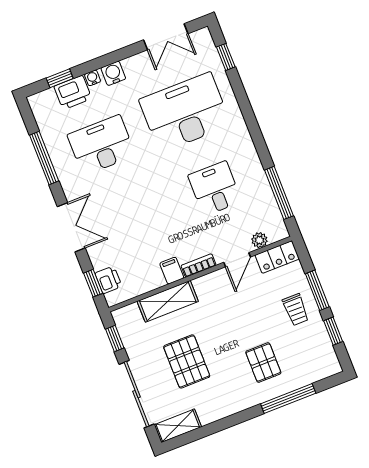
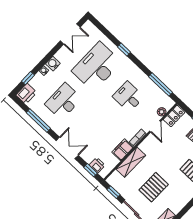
window: (226, 57) -> (124, 50), moved
printer: (73, 92) -> (26, 94), moved
filing cabinet: (172, 271) -> (123, 150), width x2.00
pallet: (187, 361) -> (154, 187), turned 90

